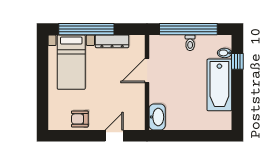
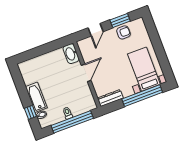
dresser: (112, 41) -> (110, 98), moved
door: (147, 70) -> (86, 73), moved
bathtub: (219, 85) -> (36, 97), width x0.73, depth x0.73
window: (78, 136) -> (120, 21), added

